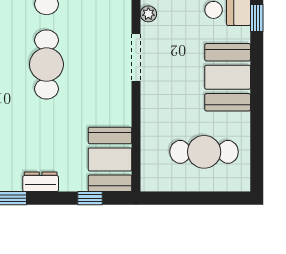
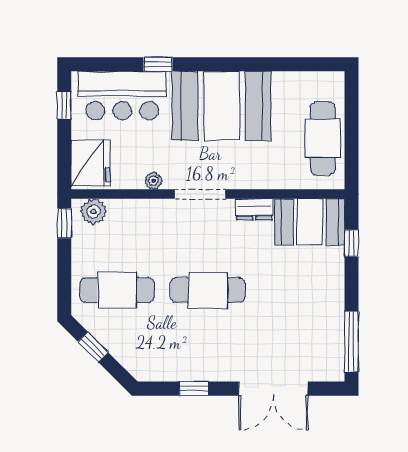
booth: (228, 77) -> (222, 106), width x1.36, depth x1.42
cafe table: (204, 152) -> (323, 138), moved
dresser: (41, 182) -> (254, 209), moved, turned -90

